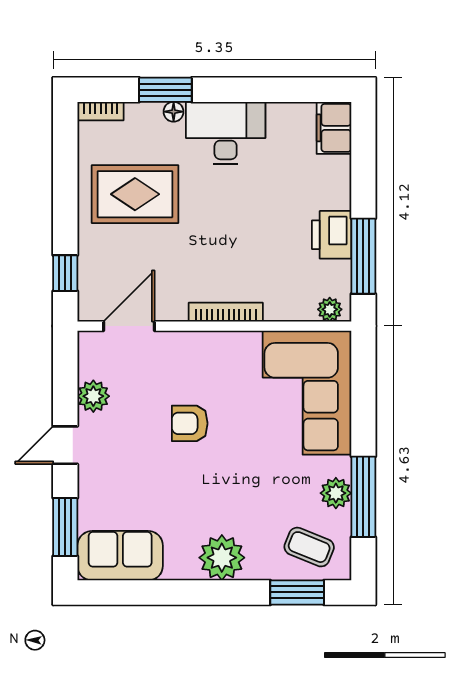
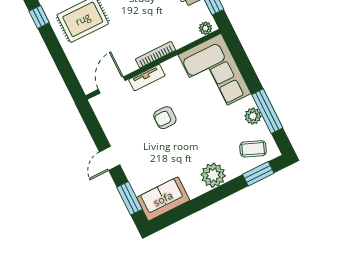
window: (65, 273) -> (39, 17), moved
tv unit: (193, 343) -> (147, 78), added
plant: (93, 396) -> (111, 128), removed

